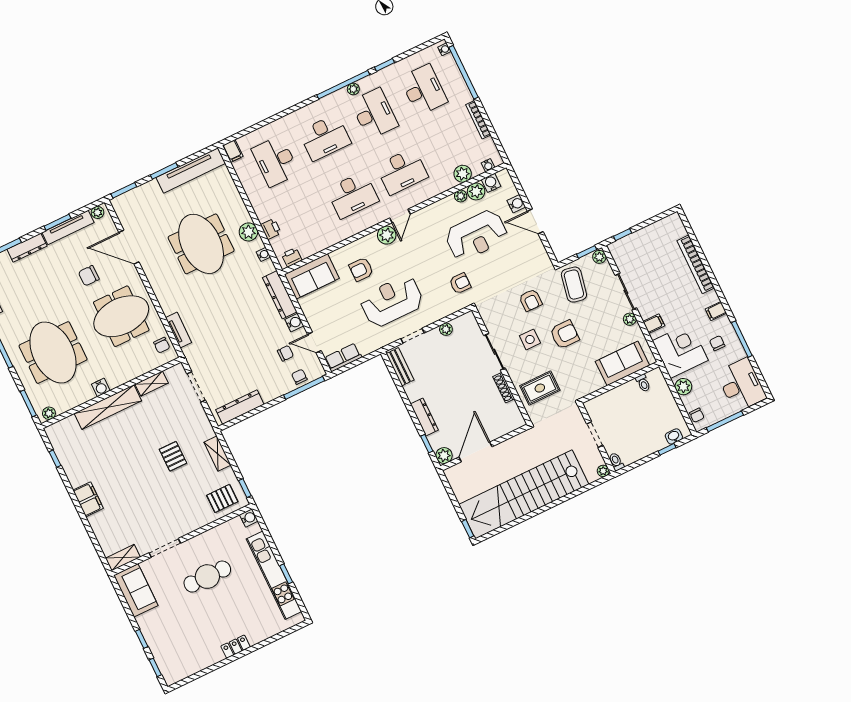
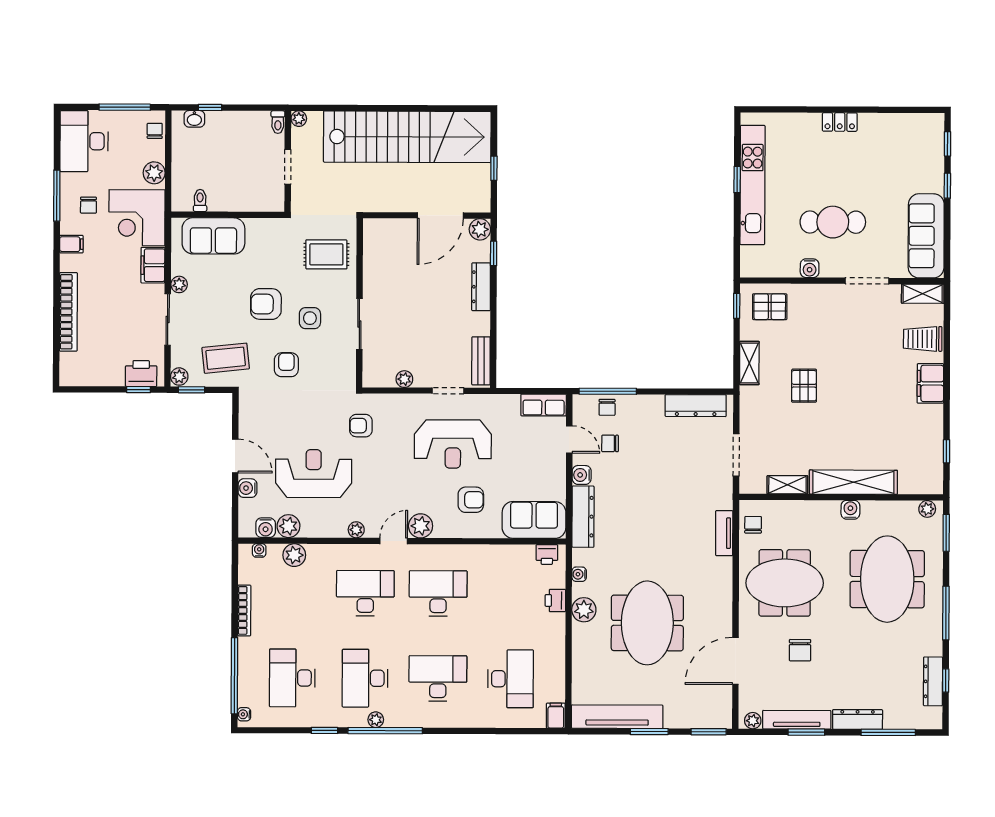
plant: (461, 196) -> (356, 530), moved
printer: (626, 246) -> (141, 374), added
door: (129, 247) -> (735, 661), swing flipped
chair: (89, 276) -> (800, 650), turned 90
coffee table: (574, 285) -> (226, 358), turned 73
filing cabinet: (654, 324) -> (153, 265), width x2.00
shoe rack: (504, 388) -> (369, 276), removed
water cooler: (249, 518) -> (810, 268), moved, turned -90
trolley: (108, 527) -> (923, 339), added
window: (468, 529) -> (494, 168), moved
sofa: (136, 590) -> (926, 236), width x1.36

